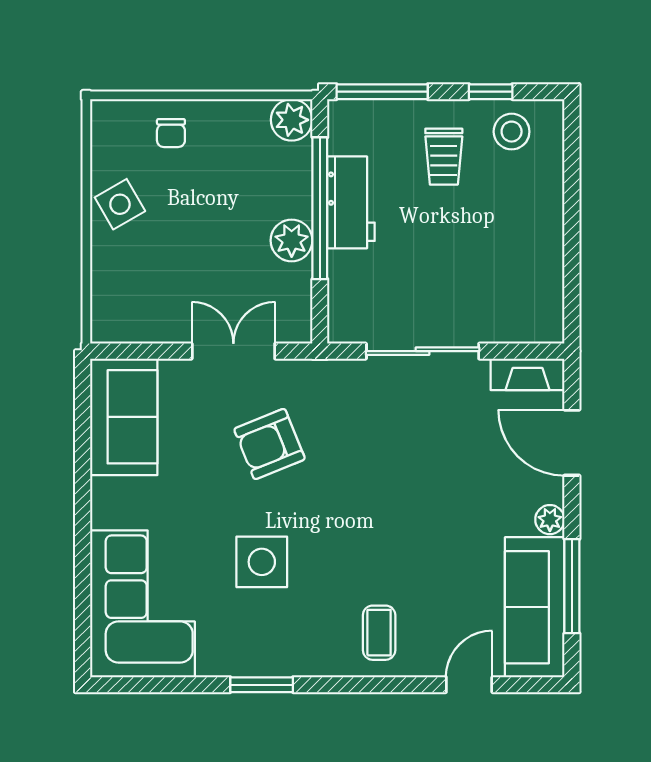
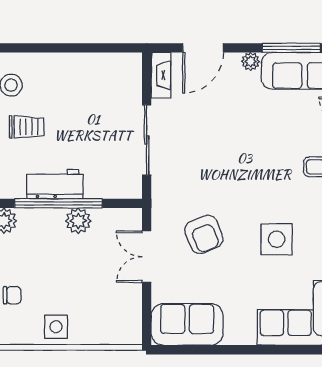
side table: (120, 204) -> (56, 327), turned 30

